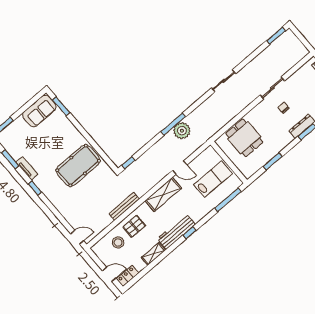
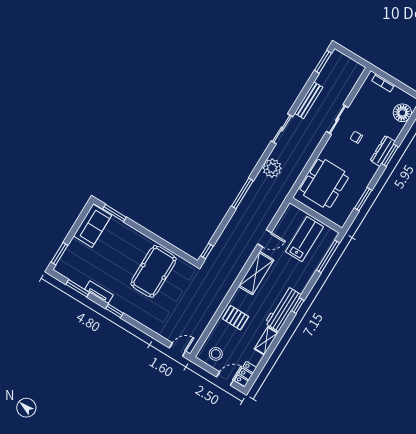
plant: (182, 131) -> (272, 168), moved
dining table: (244, 138) -> (324, 183), width x1.38
bench: (124, 206) -> (309, 100), moved
pallet: (134, 226) -> (236, 318), turned 90
stool: (118, 242) -> (216, 354), moved

